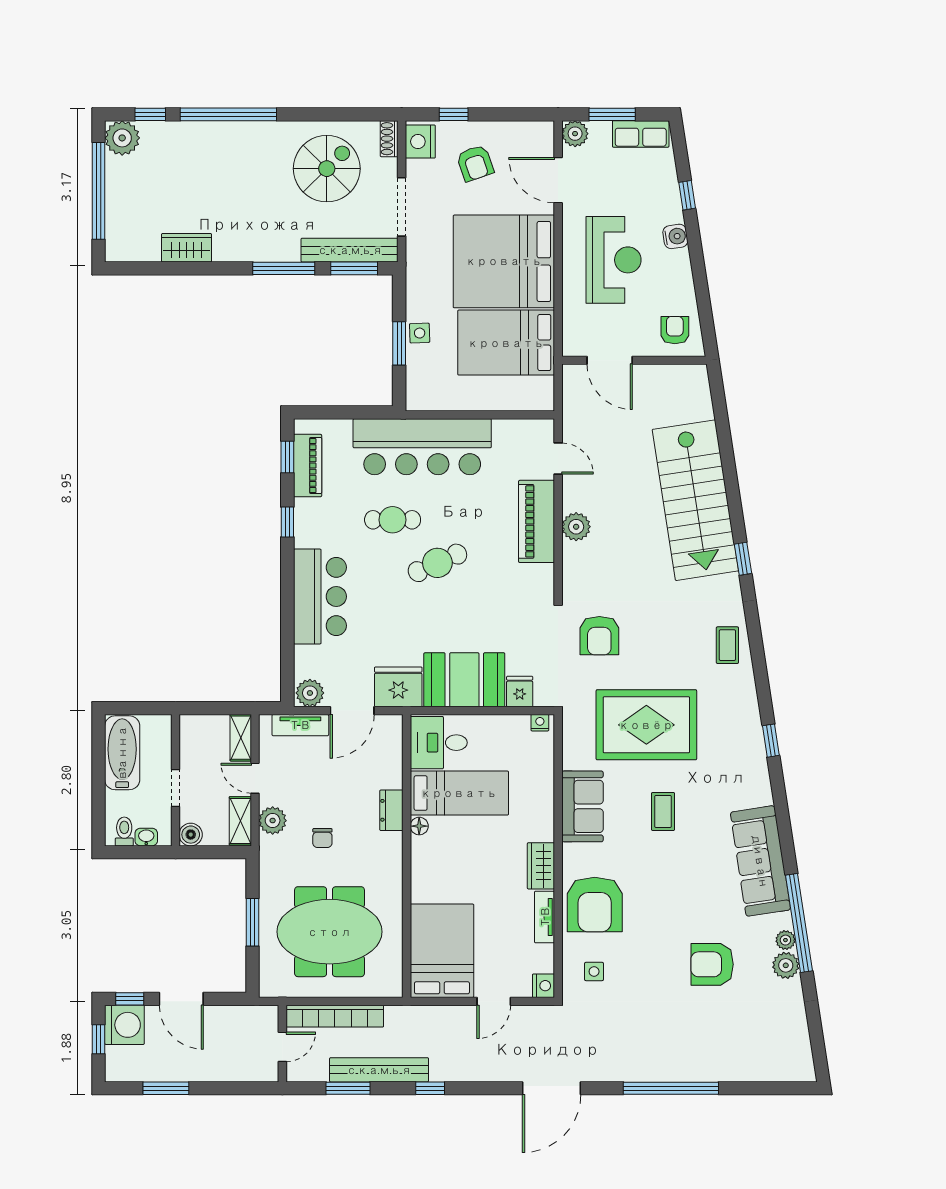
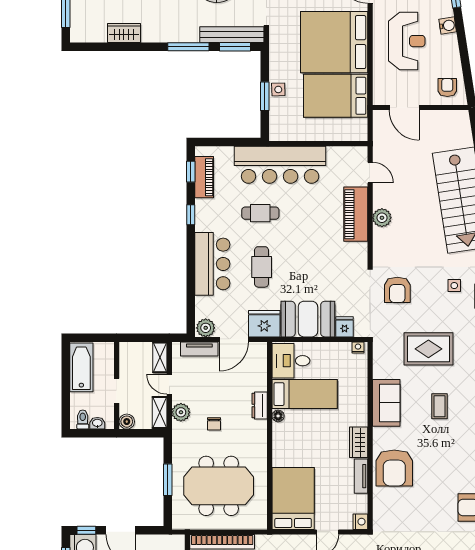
cafe table: (437, 563) -> (262, 267), moved, turned -66
rug: (646, 725) -> (428, 349), width x0.73, depth x0.69
side table: (594, 971) -> (454, 286), moved

